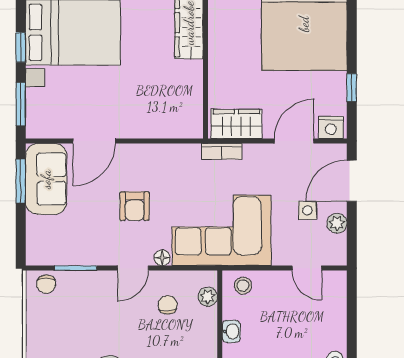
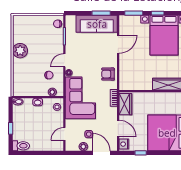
door: (94, 141) -> (118, 44), swing flipped
sofa: (46, 179) -> (97, 24), width x1.36
armchair: (135, 206) -> (108, 74), moved
door: (133, 268) -> (64, 60), hinge flipped

